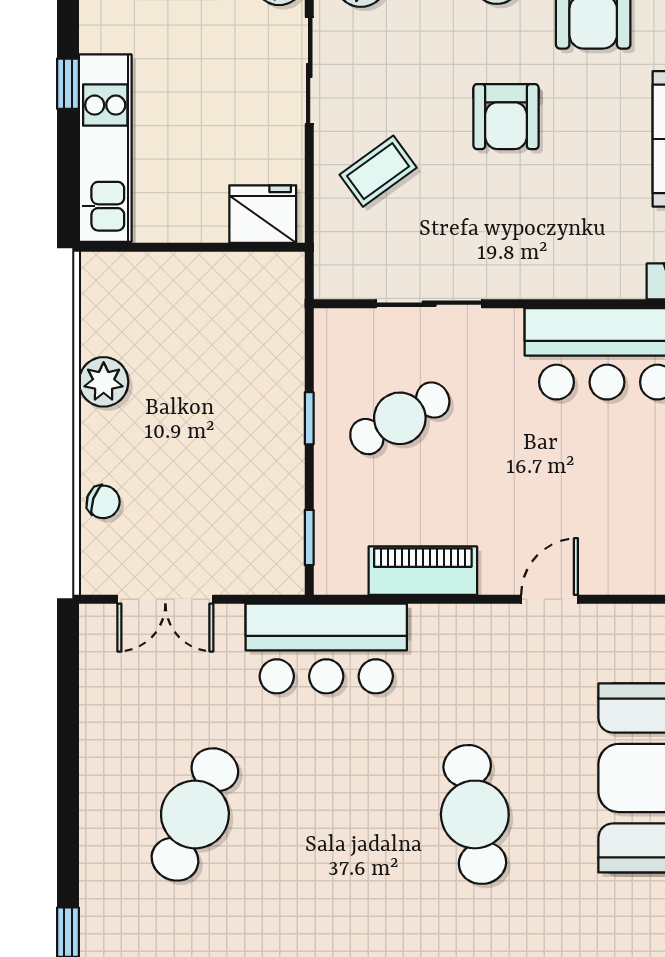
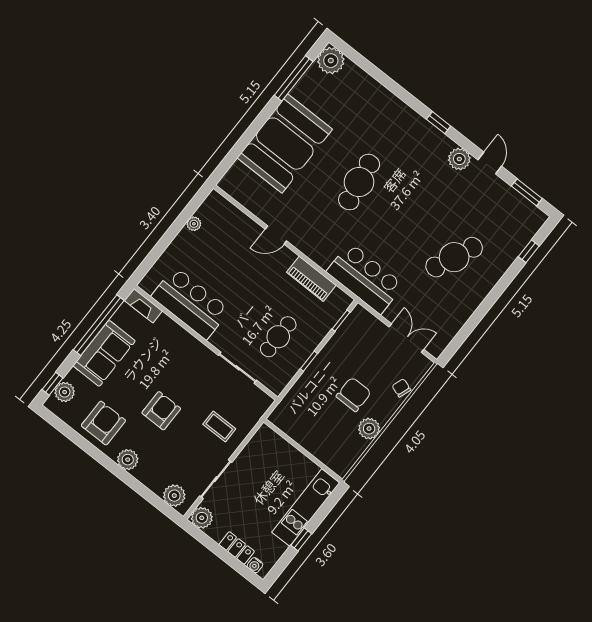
coffee table: (378, 171) -> (219, 427), turned 36
fridge: (263, 214) -> (270, 443), removed
cafe table: (400, 418) -> (278, 337), turned -61
chair: (181, 422) -> (354, 394), added

